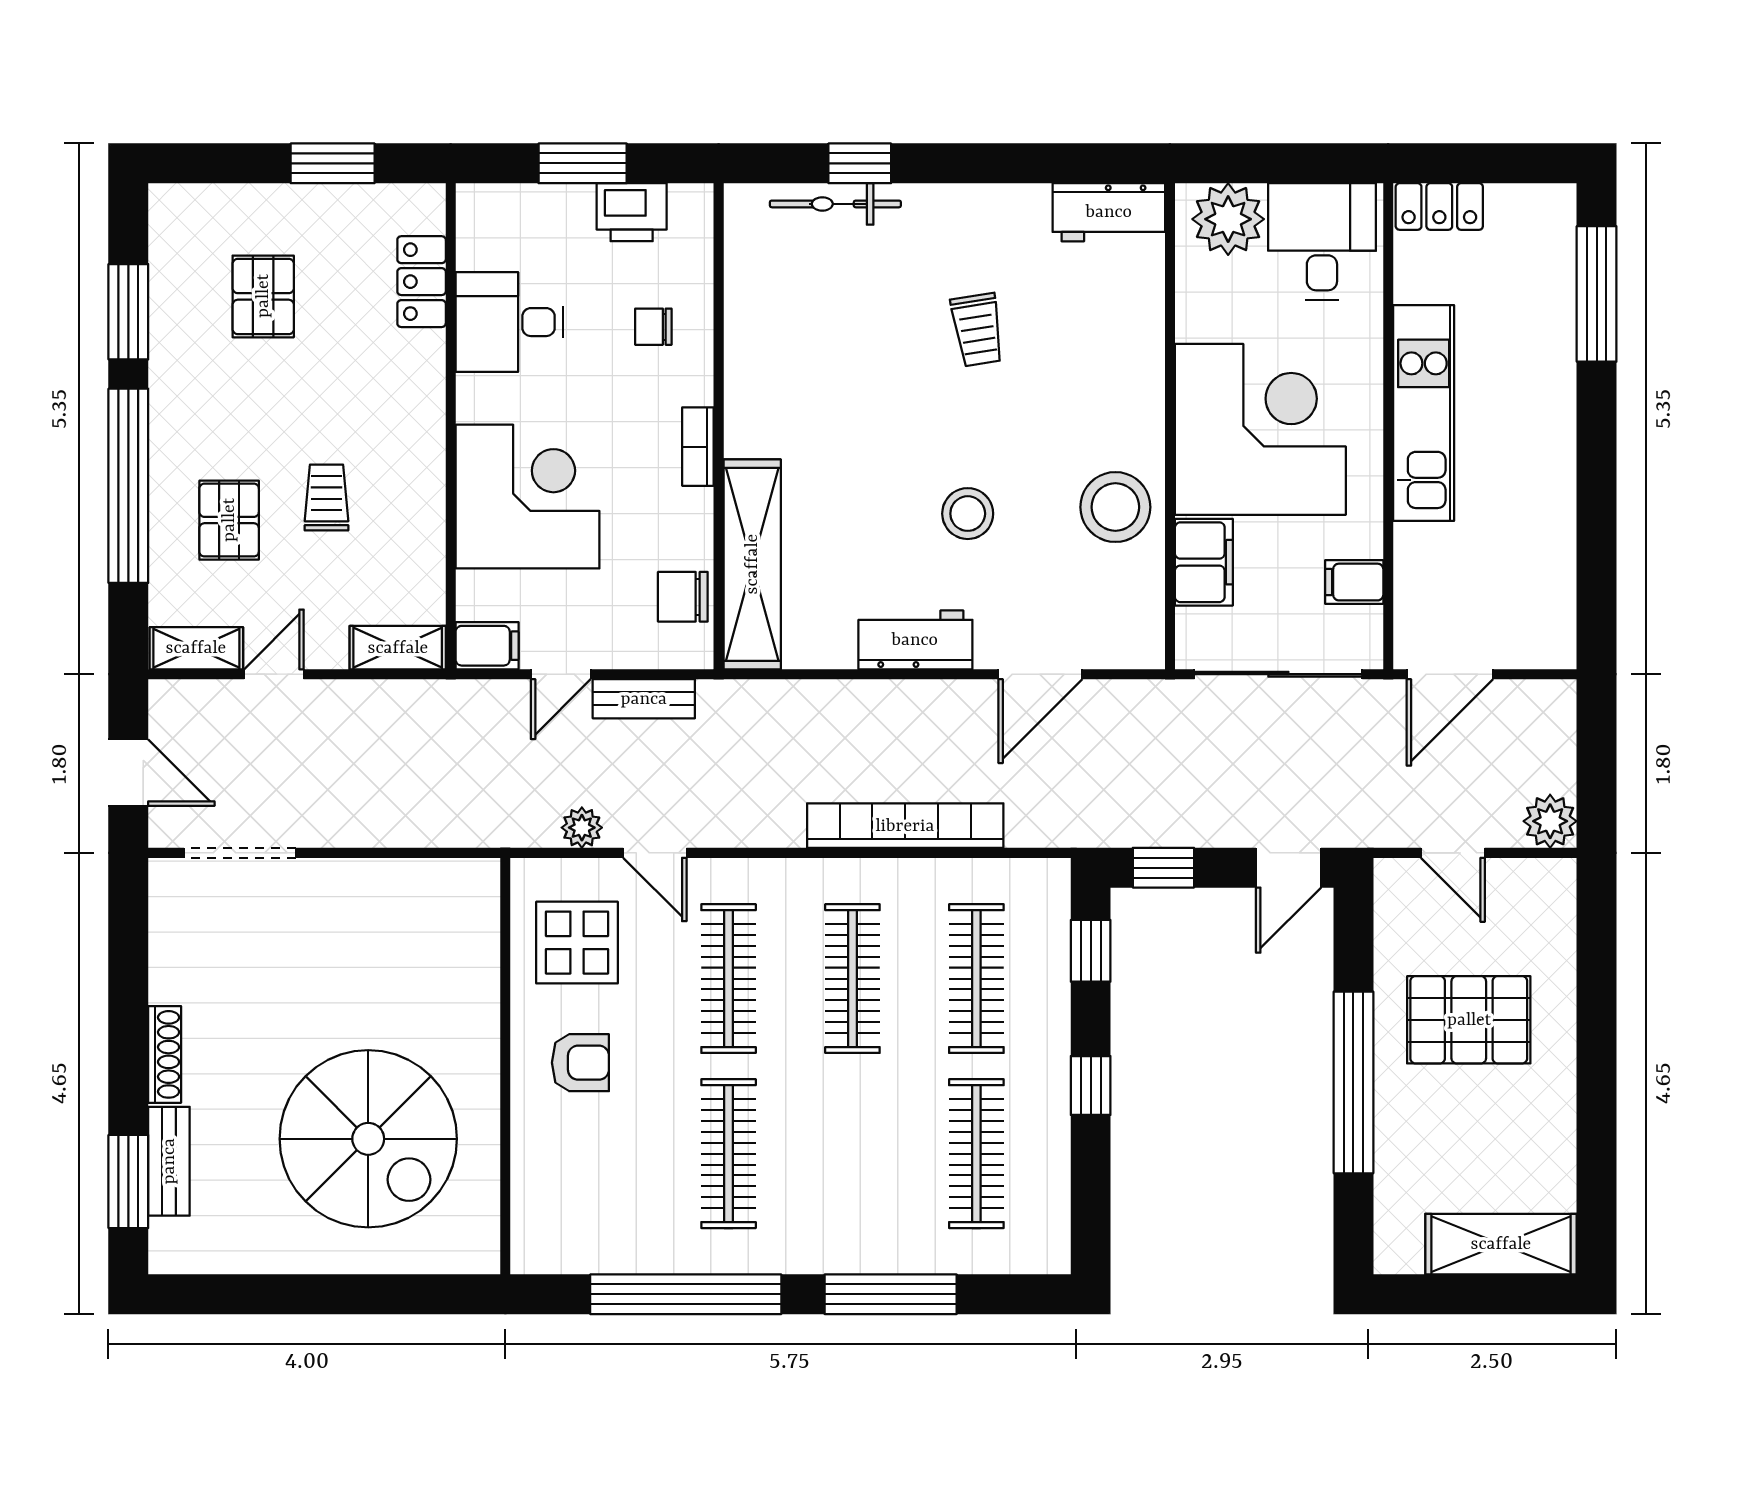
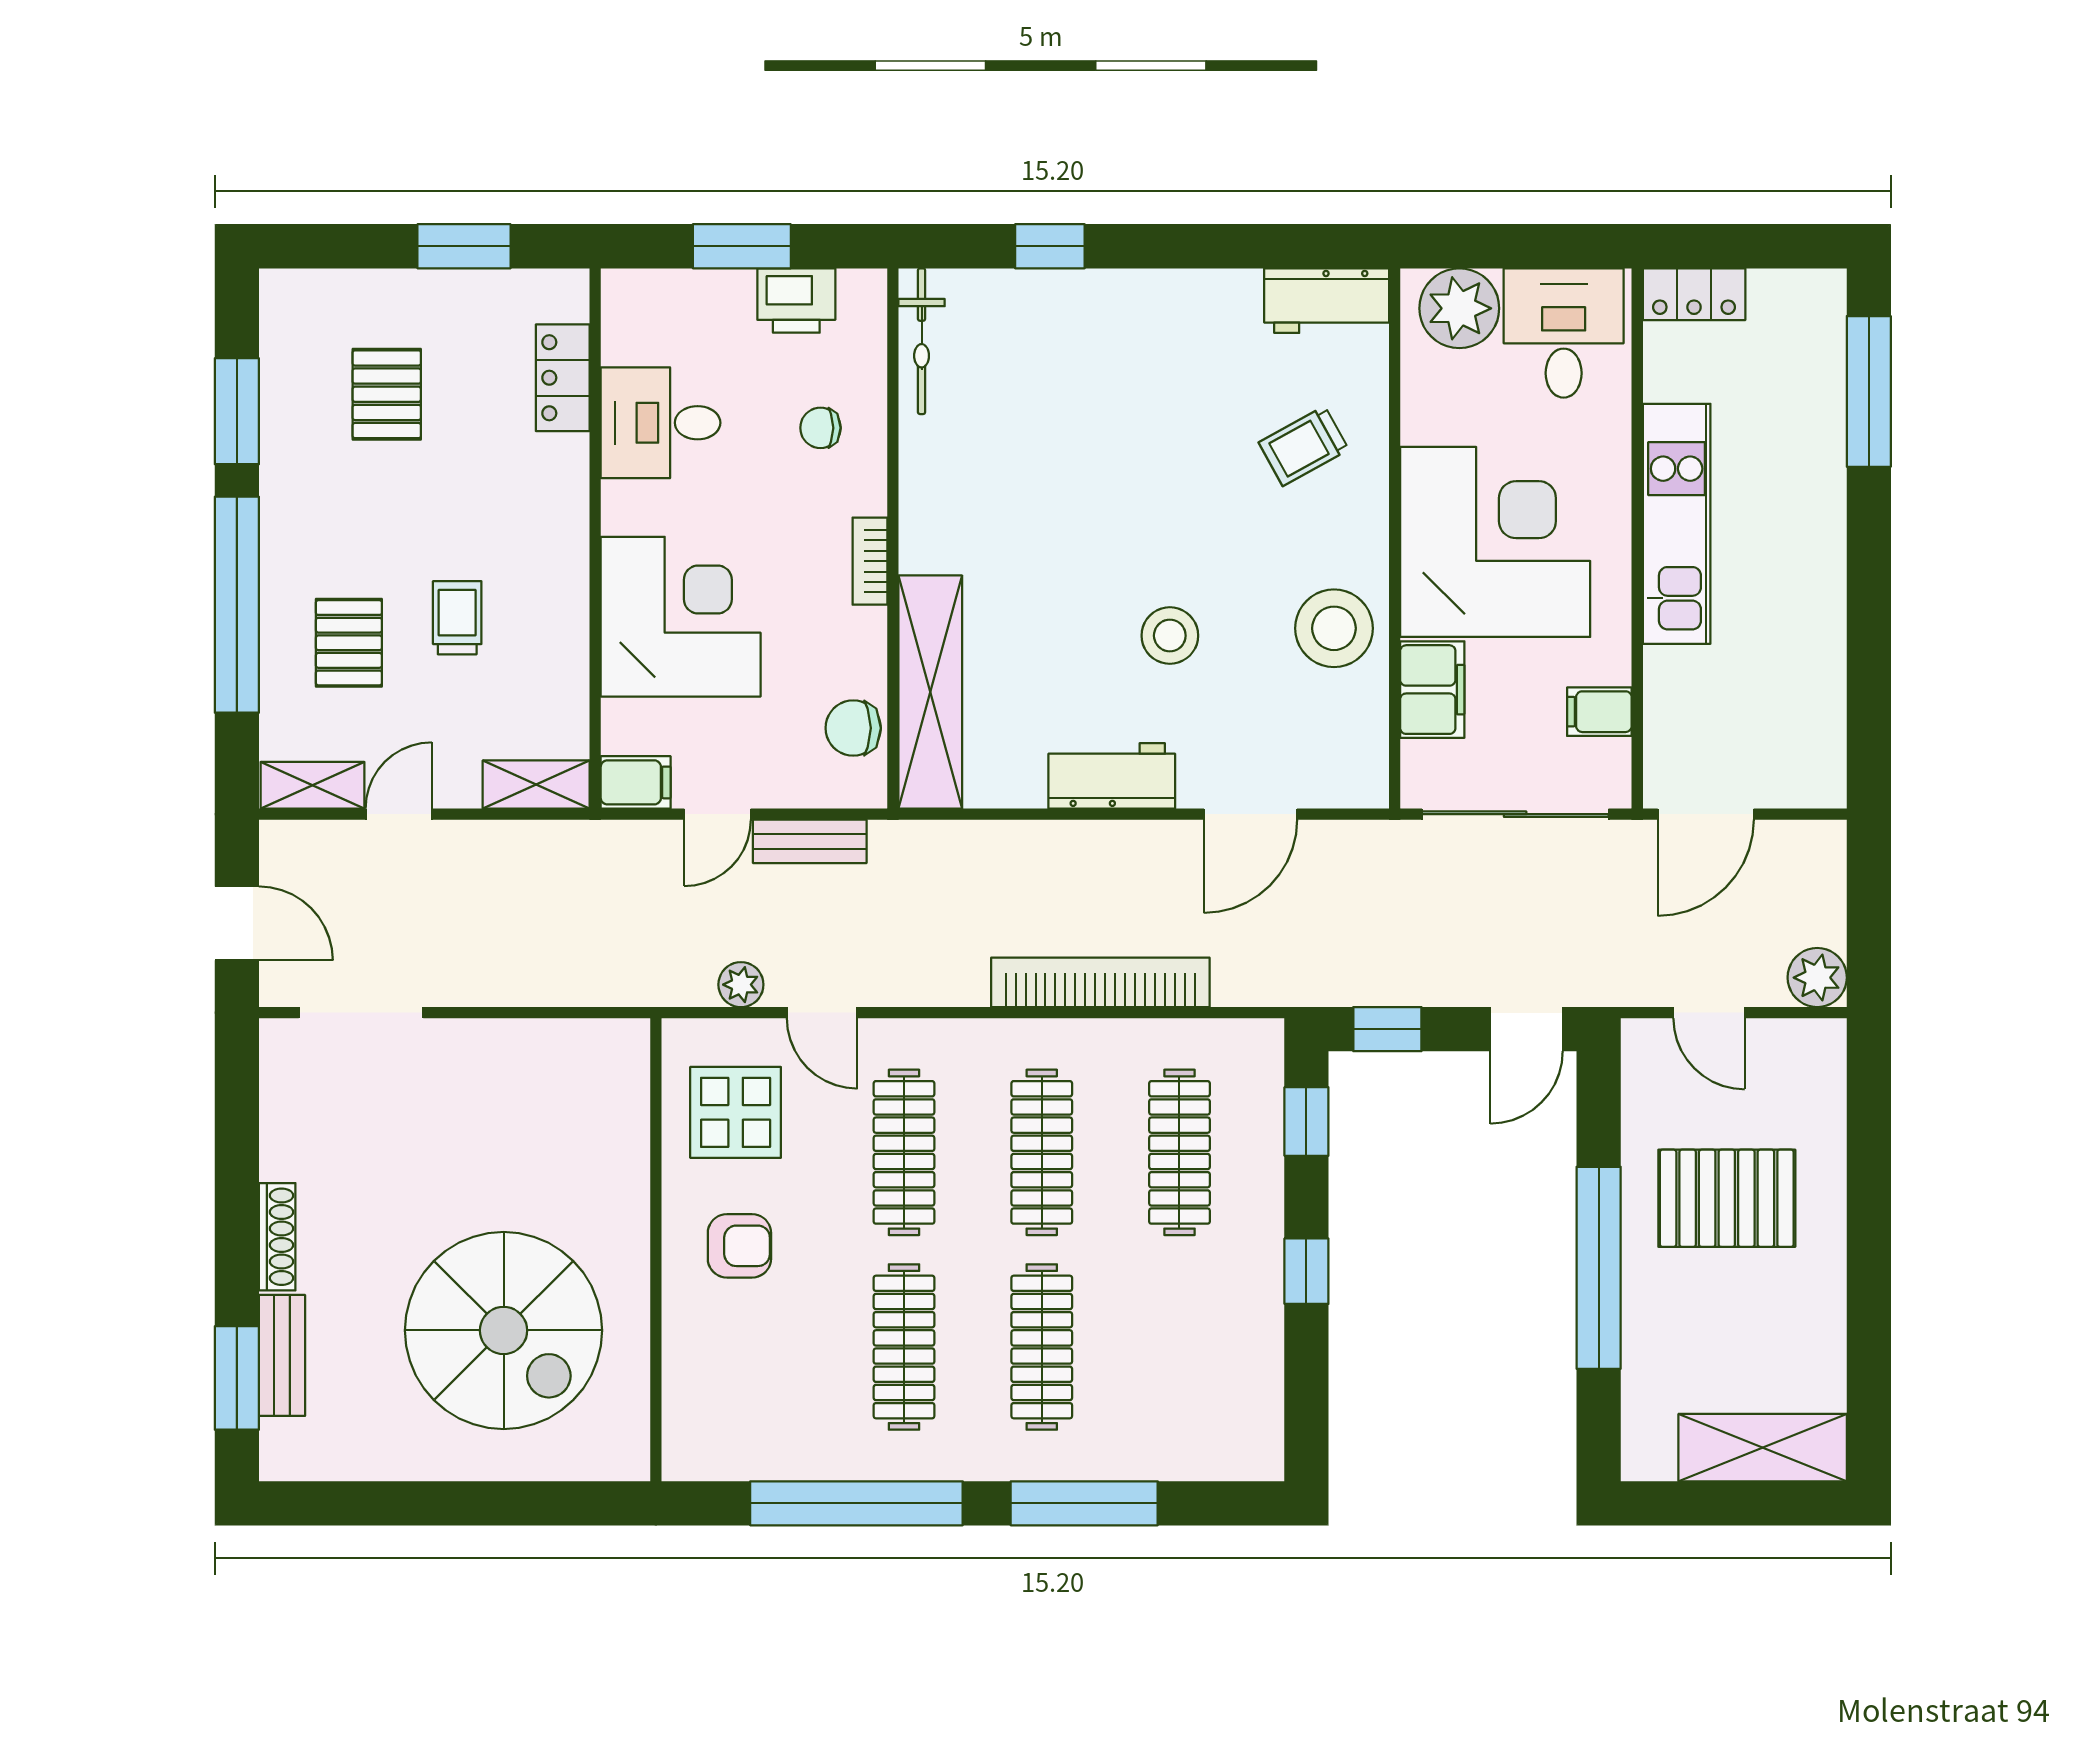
bicycle: (835, 204) -> (922, 341), moved, turned -90
trolley: (977, 330) -> (1304, 446), moved, turned 70
clothes rail: (976, 1154) -> (1042, 1347), moved

